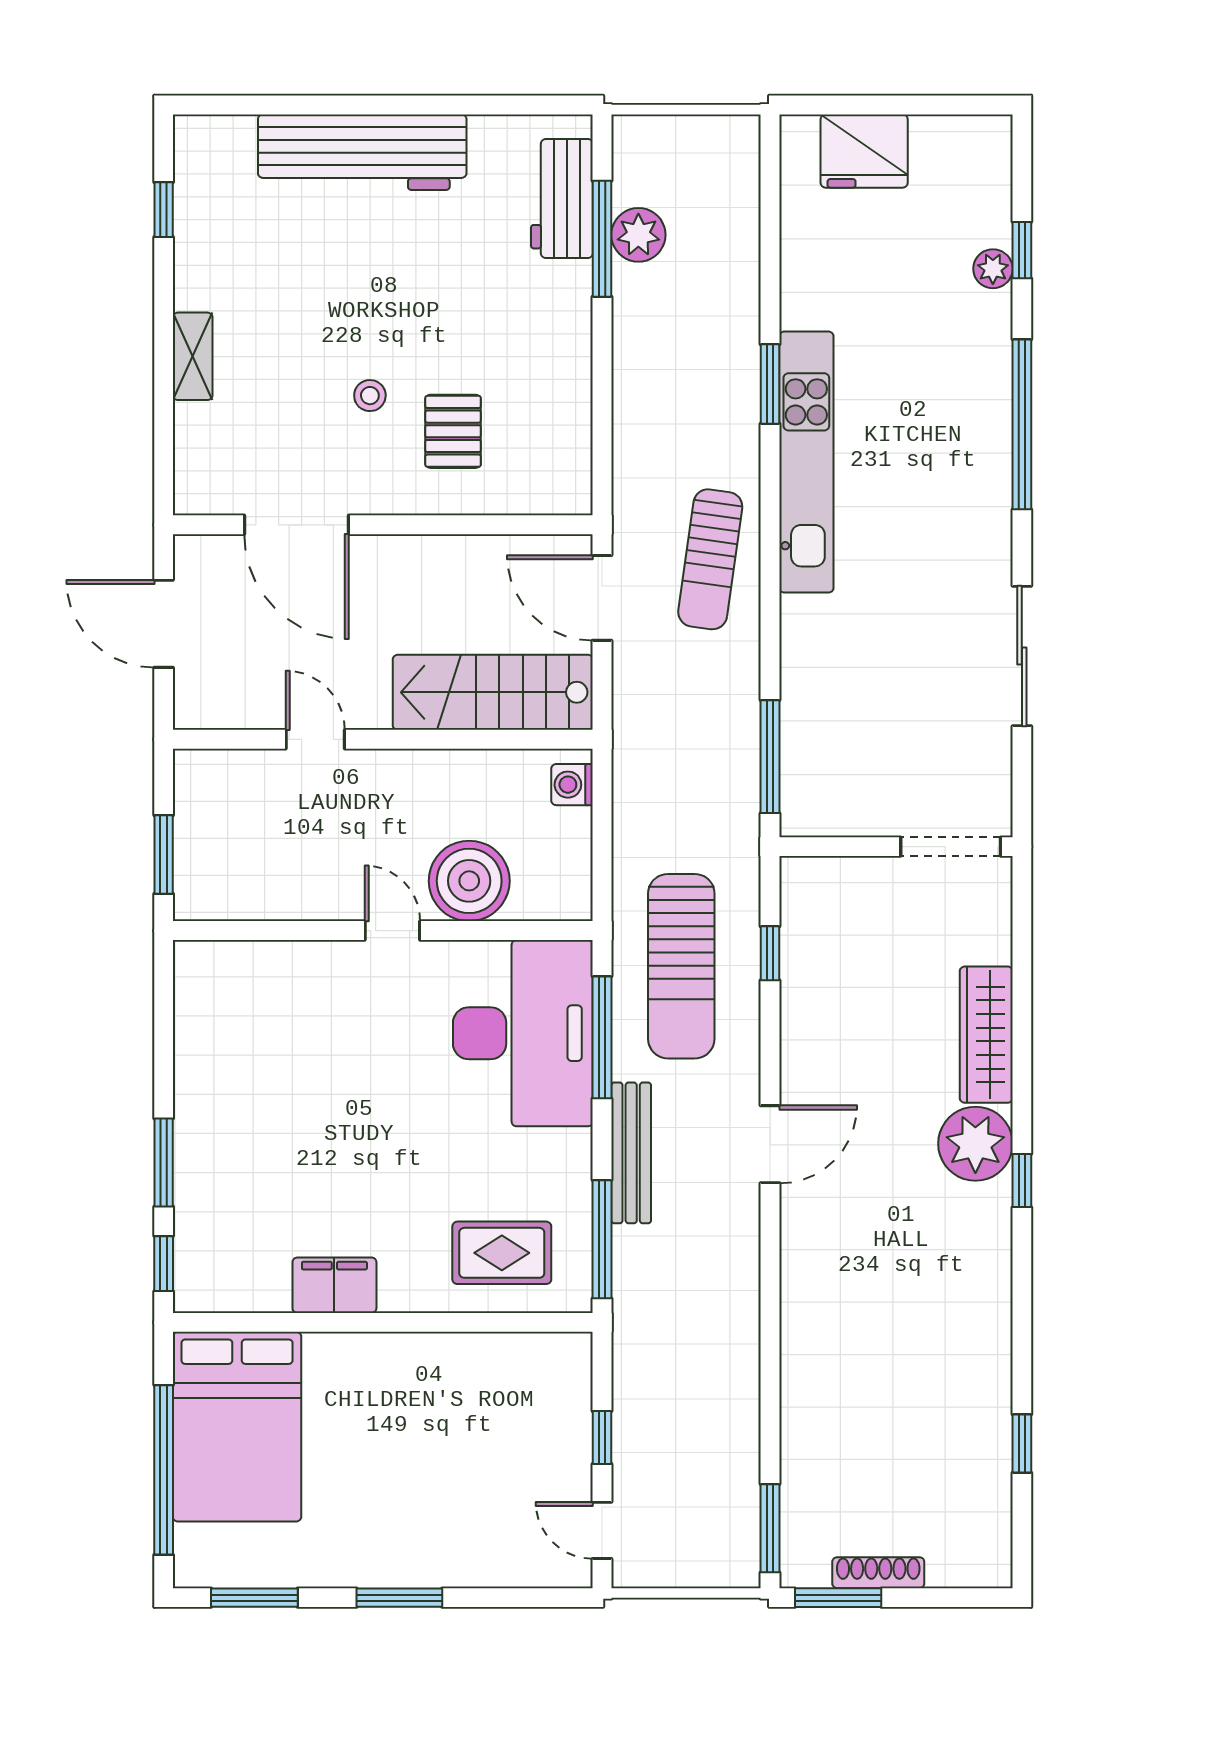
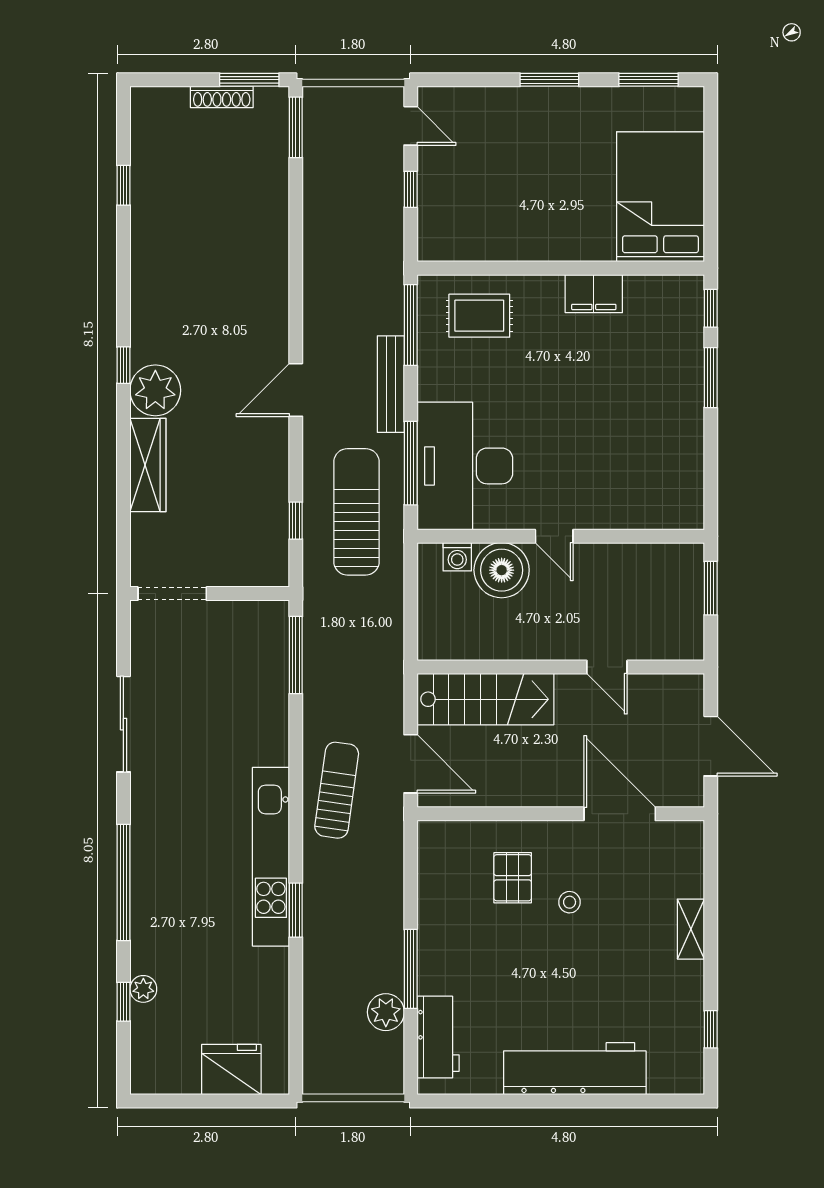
window: (602, 239) -> (411, 969), moved
washing machine: (572, 785) -> (457, 557), moved, turned 90
window: (164, 1470) -> (711, 167), removed

